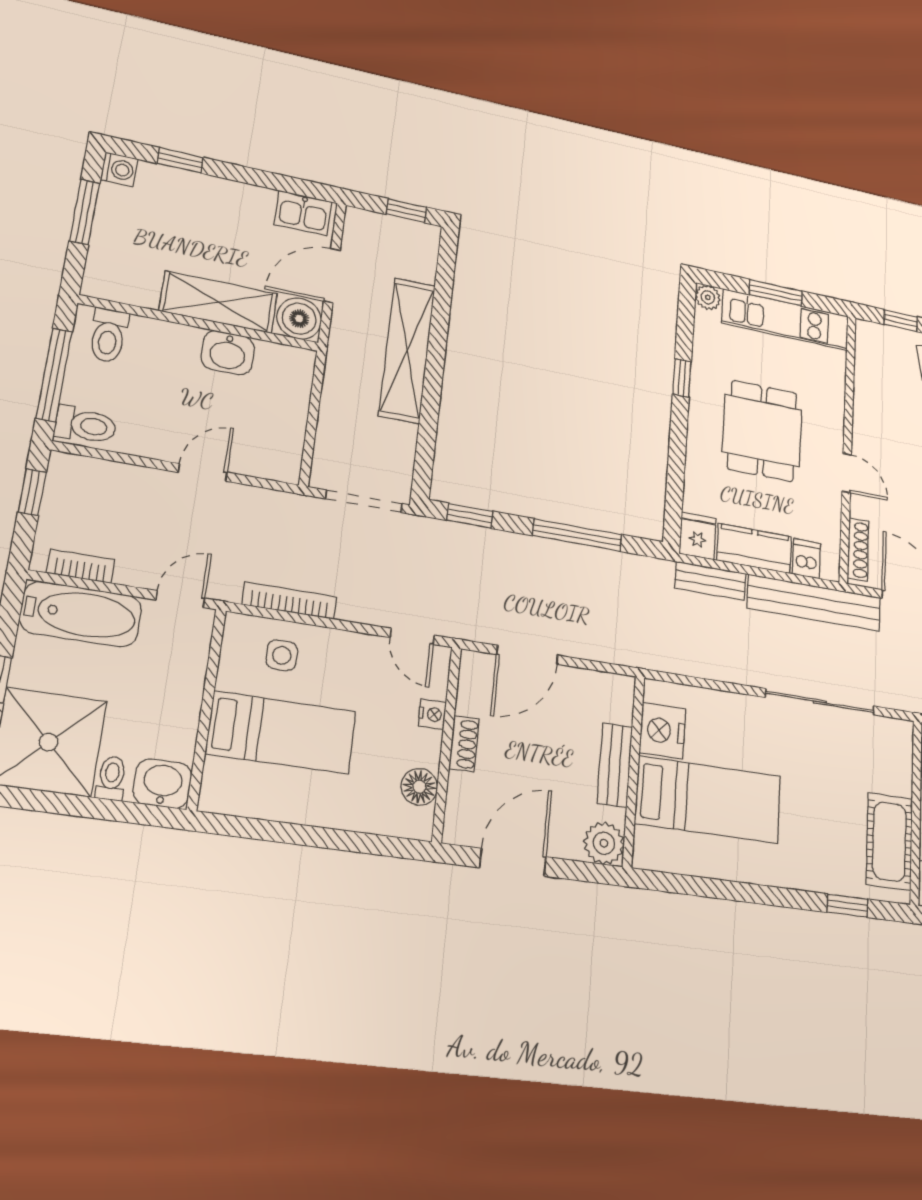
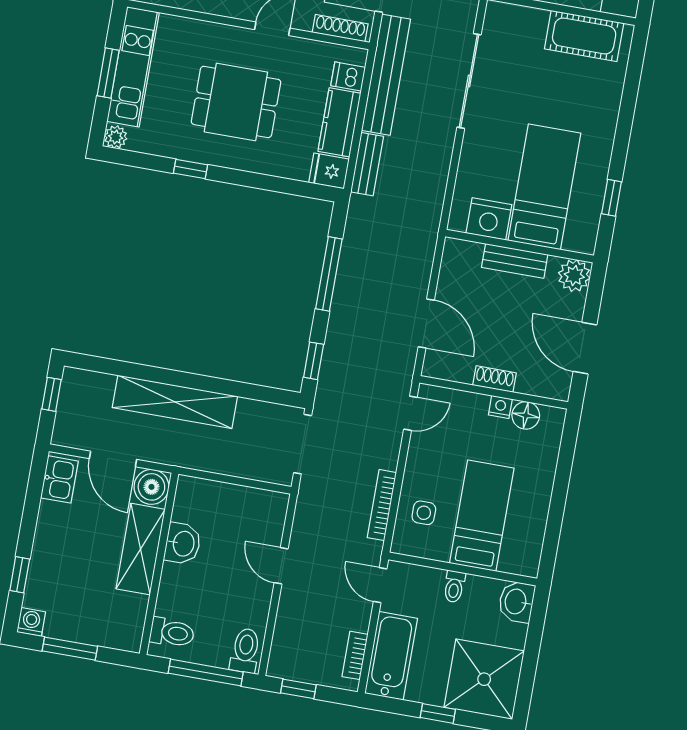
nightstand: (432, 714) -> (500, 407), moved
toilet: (111, 778) -> (454, 587), moved, turned -90
window: (847, 906) -> (612, 198), moved

